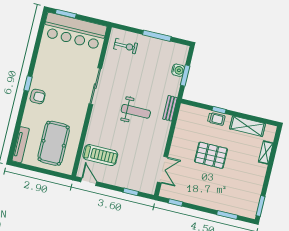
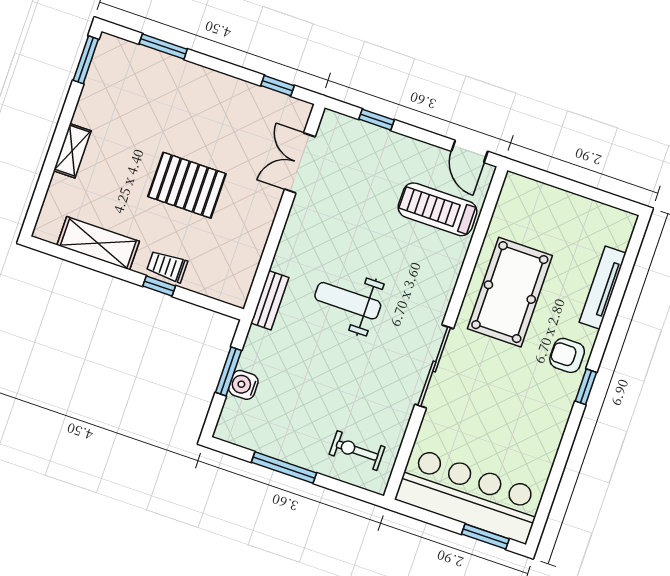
pool table: (54, 143) -> (510, 292), moved
tv unit: (21, 145) -> (603, 288), moved
shelving: (266, 152) -> (72, 151), moved

